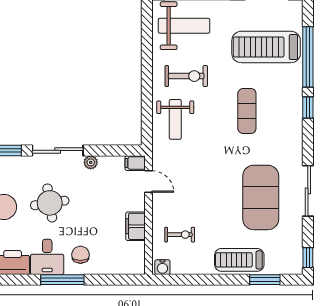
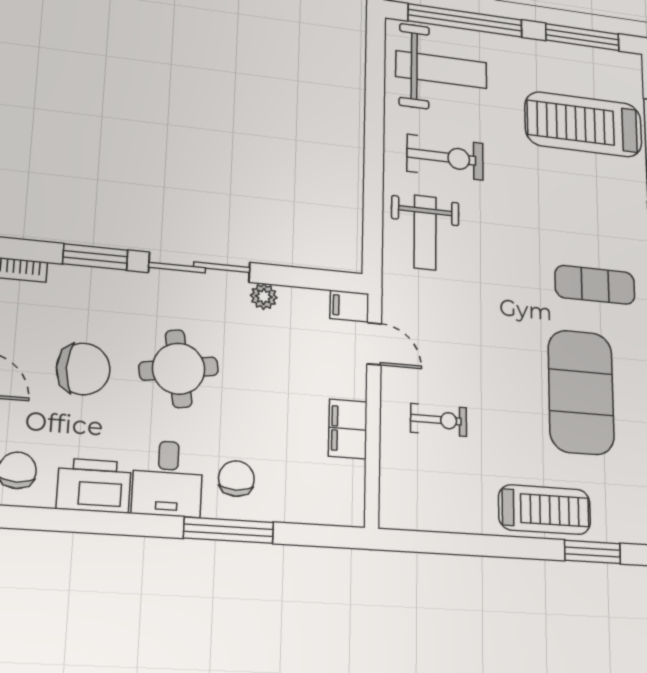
exercise mat: (247, 111) -> (595, 285), moved, turned 90
exercise bike: (180, 235) -> (439, 420), moved
treadmill: (239, 260) -> (545, 510), turned 180
water cooler: (162, 267) -> (399, 515), removed
window: (62, 280) -> (229, 530), moved

